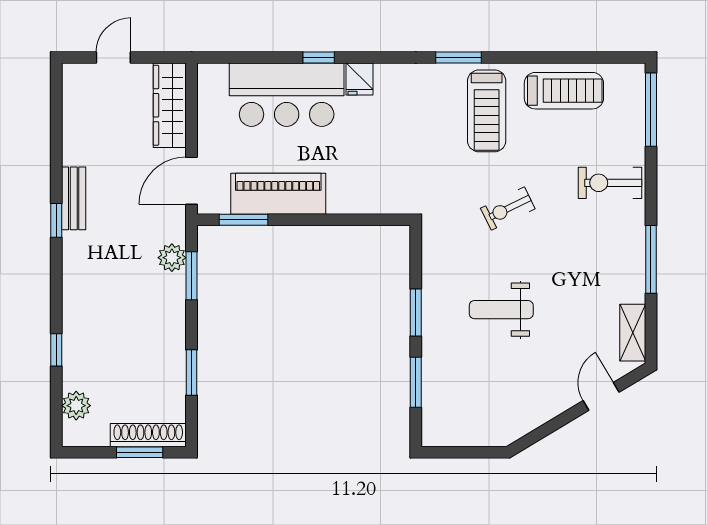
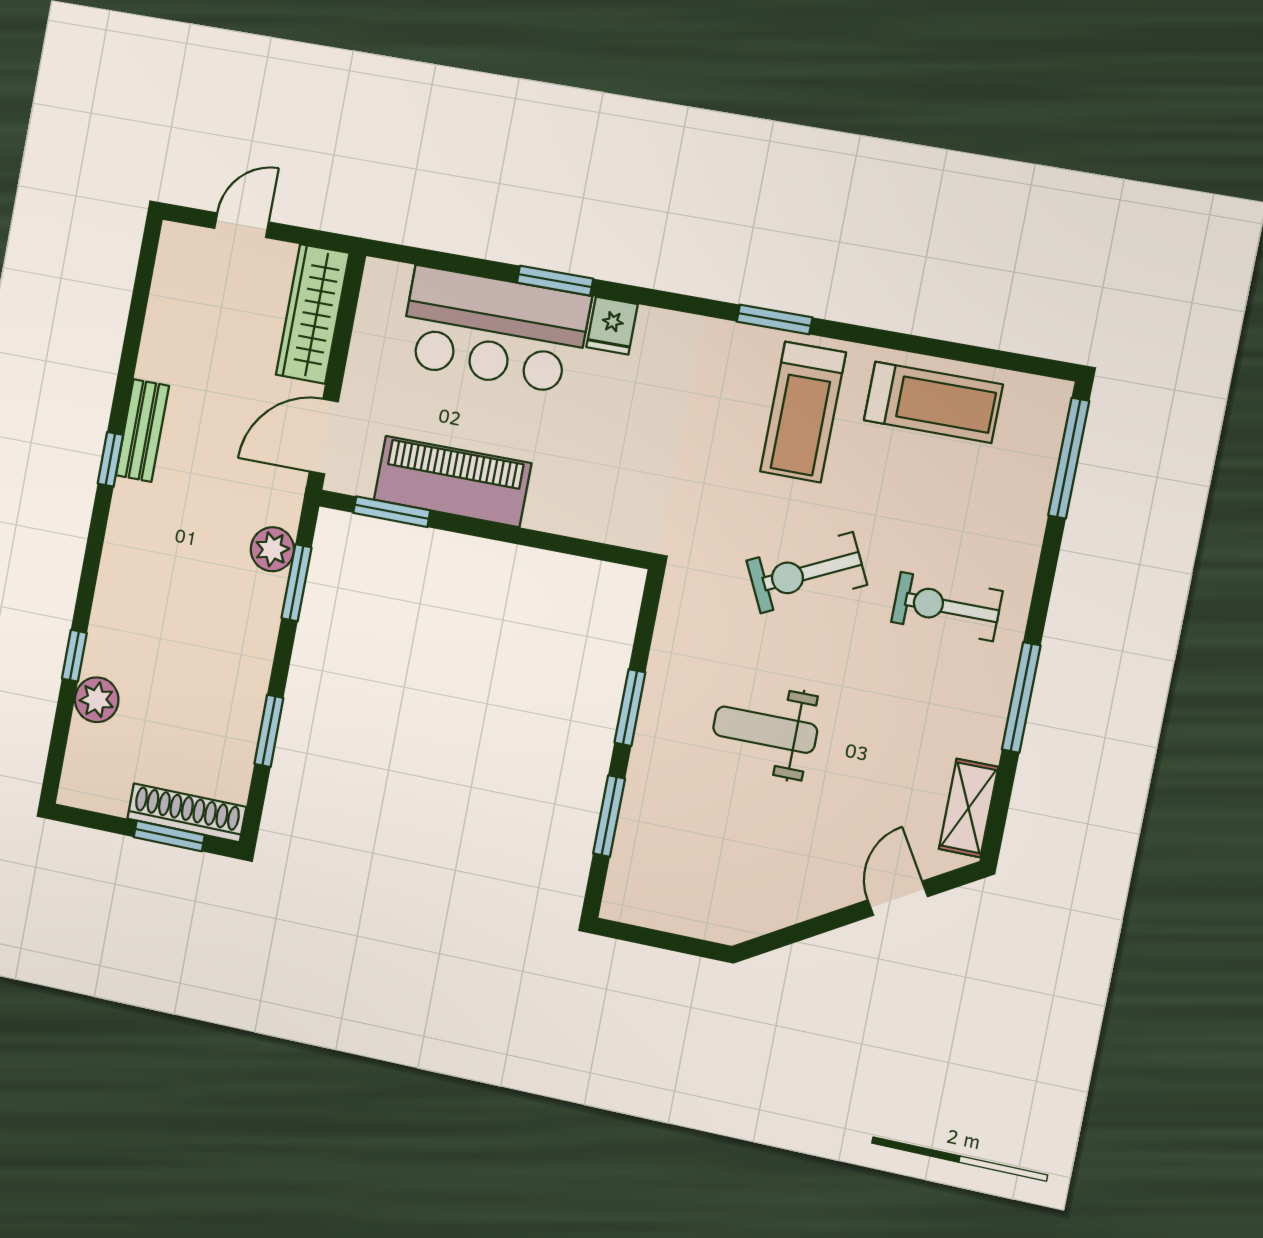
window: (319, 58) -> (555, 281), width x1.50
exercise bike: (610, 183) -> (947, 607), moved
exercise bike: (508, 209) -> (807, 573), width x1.38, depth x1.39
plant: (76, 406) -> (97, 700), moved

